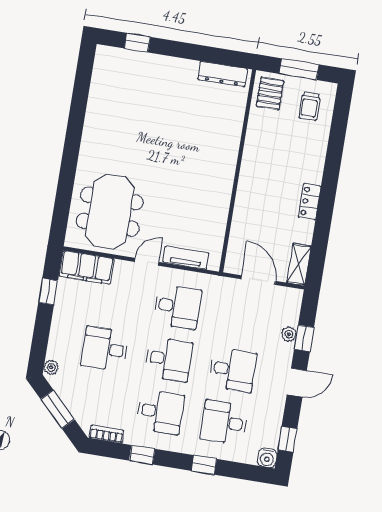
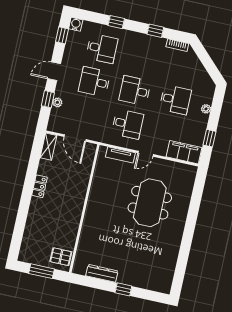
window: (137, 43) -> (123, 289), moved
dresser: (223, 74) -> (102, 273), moved
pallet: (270, 94) -> (61, 257), turned 90
trolley: (310, 106) -> (36, 247), removed
meeting table: (110, 212) -> (150, 203), moved
desk: (177, 307) -> (128, 124), turned 180
plant: (51, 367) -> (206, 109), moved
window: (58, 409) -> (208, 63), removed
desk: (160, 412) -> (142, 57), removed

